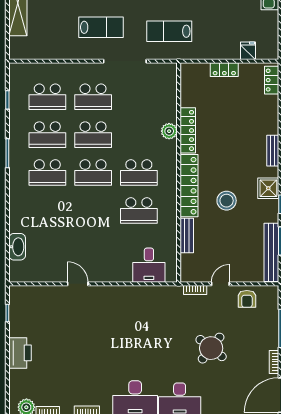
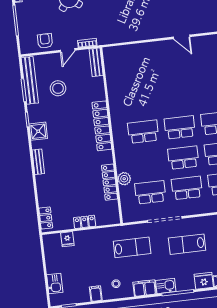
locker: (188, 130) -> (110, 182), moved
plant: (169, 131) -> (124, 179), moved
stool: (227, 201) -> (58, 88), moved
school desk: (139, 210) -> (150, 192), moved
bench: (187, 236) -> (96, 62), moved
desk: (149, 265) -> (126, 59), removed

